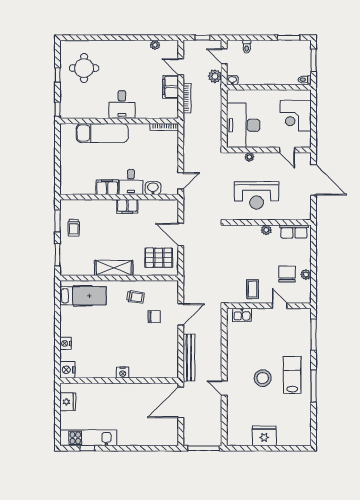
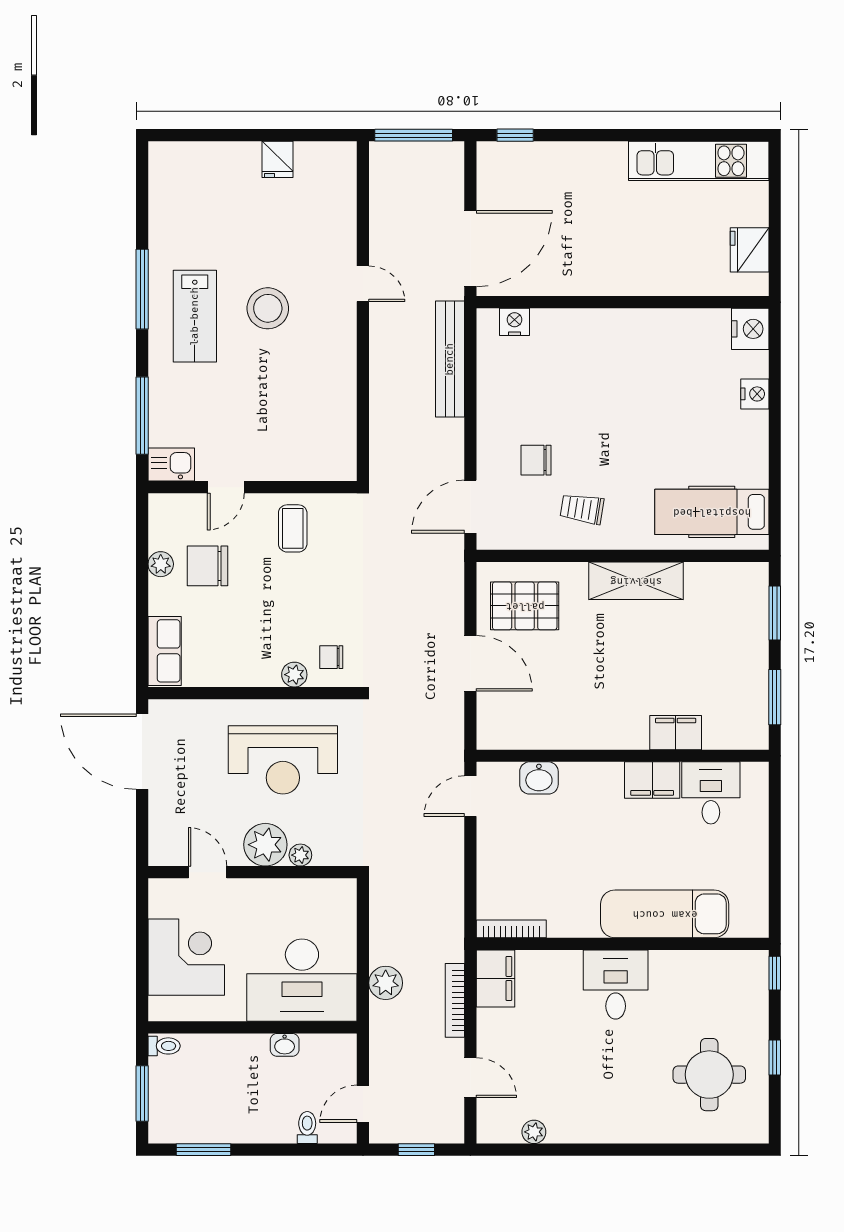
door: (224, 56) -> (363, 1104), swing flipped
plant: (215, 76) -> (386, 983), moved
washbasin: (232, 80) -> (285, 1045), moved
filing cabinet: (171, 87) -> (495, 978), moved
desk: (243, 125) -> (302, 980), moved, turned 90
plant: (264, 161) -> (265, 845), added
door: (314, 180) -> (142, 752), moved
desk: (131, 182) -> (711, 793), moved
reception desk: (257, 195) -> (283, 760), turned 180
filing cabinet: (127, 206) -> (676, 733), moved
trolley: (74, 228) -> (735, 680), removed
plant: (266, 230) -> (294, 675), moved
row of seats: (294, 232) -> (165, 651), moved, turned 90
chair: (237, 237) -> (331, 657), added
chair: (287, 274) -> (208, 566), turned 90
door: (280, 306) -> (226, 487), hinge flipped
door: (181, 314) -> (470, 507), moved
kitchen sink: (242, 315) -> (171, 465), moved
nightstand: (123, 373) -> (514, 322), moved
fridge: (264, 436) -> (278, 159), width x0.53, depth x0.75
window: (87, 448) -> (515, 135), moved

